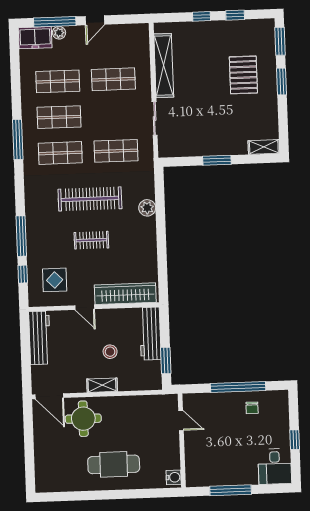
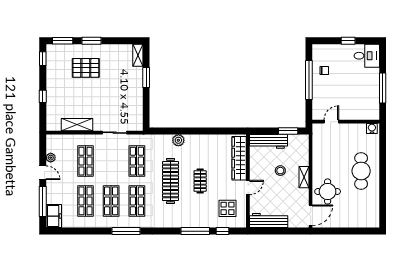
window: (235, 15) -> (43, 59), moved
plant: (59, 33) -> (51, 158), moved
shelving: (164, 66) -> (77, 125), width x0.68
window: (217, 160) -> (146, 78), moved

